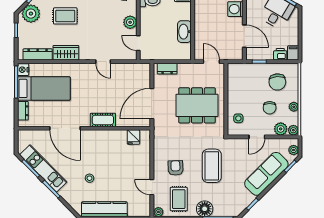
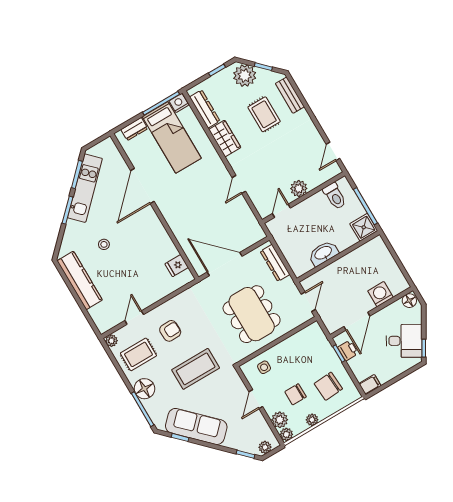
printer: (280, 54) -> (348, 350), moved
dresser: (167, 69) -> (275, 263), width x1.44
cot: (103, 120) -> (176, 222), removed
door: (257, 137) -> (256, 399), hinge flipped
sofa: (266, 174) -> (196, 426), moved

